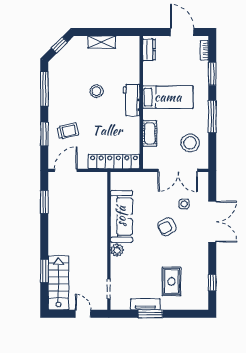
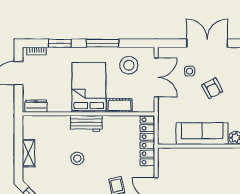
bed: (168, 97) -> (89, 87), width x1.50

